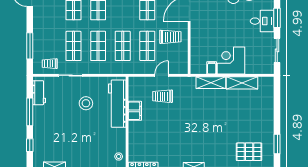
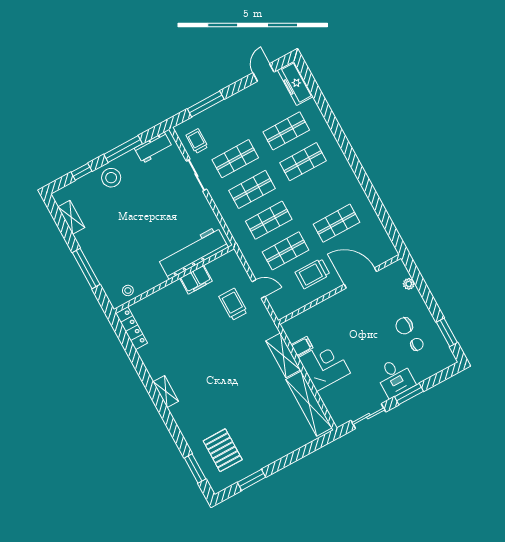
trolley: (170, 37) -> (313, 273), turned 90
shelving: (242, 83) -> (309, 404), width x1.47
stool: (86, 103) -> (111, 178), moved

